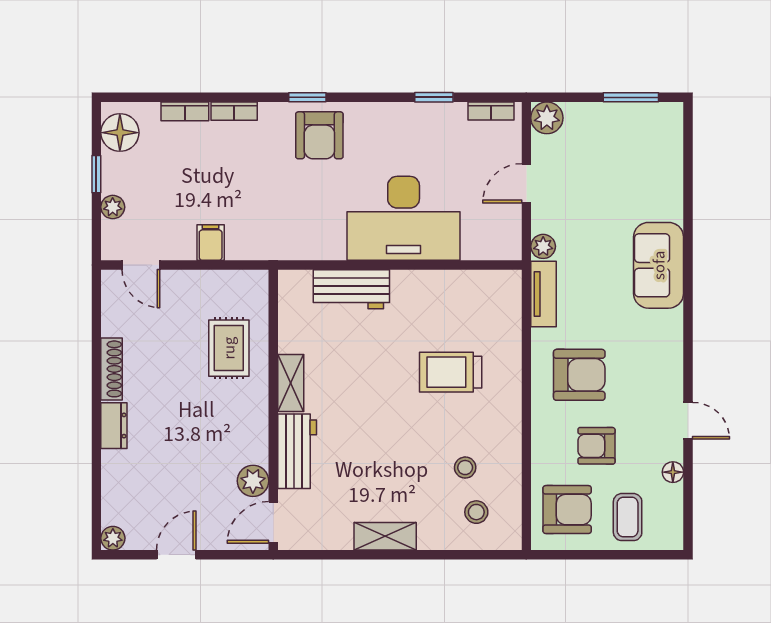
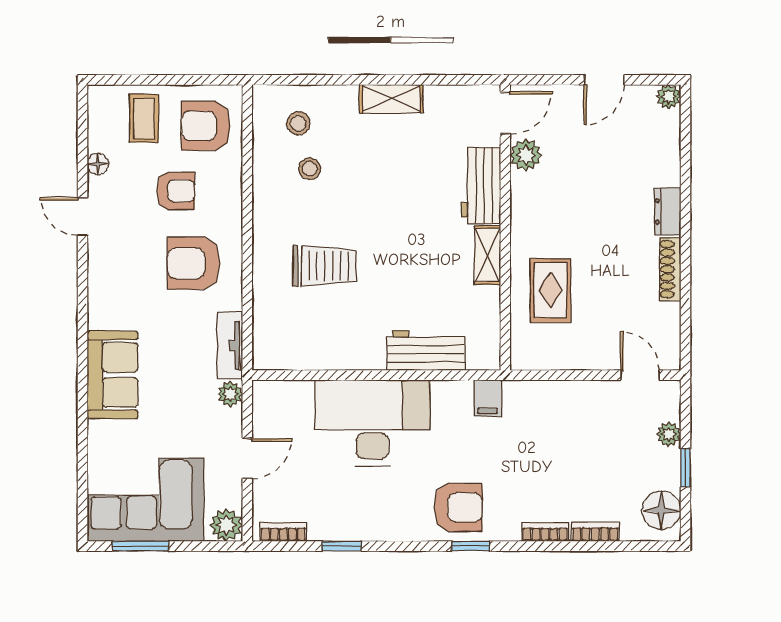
armchair: (319, 135) -> (458, 507), turned 90
corner sofa: (626, 143) -> (145, 500), added
filing cabinet: (211, 243) -> (488, 398), moved

